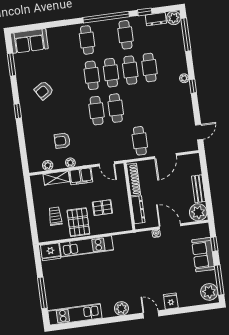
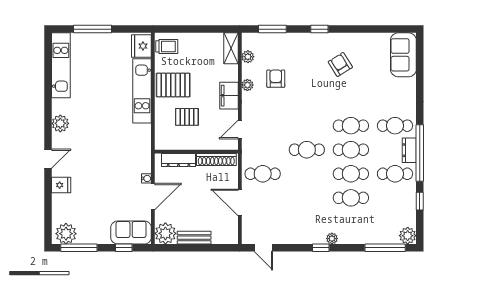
dresser: (156, 19) -> (409, 150), moved
window: (11, 65) -> (272, 29), moved
cafe table: (97, 111) -> (307, 126), removed
shelving: (56, 178) -> (231, 48), moved
pallet: (102, 208) -> (187, 117), turned 90
trolley: (55, 216) -> (167, 46), moved
sofa: (203, 255) -> (131, 232), moved

